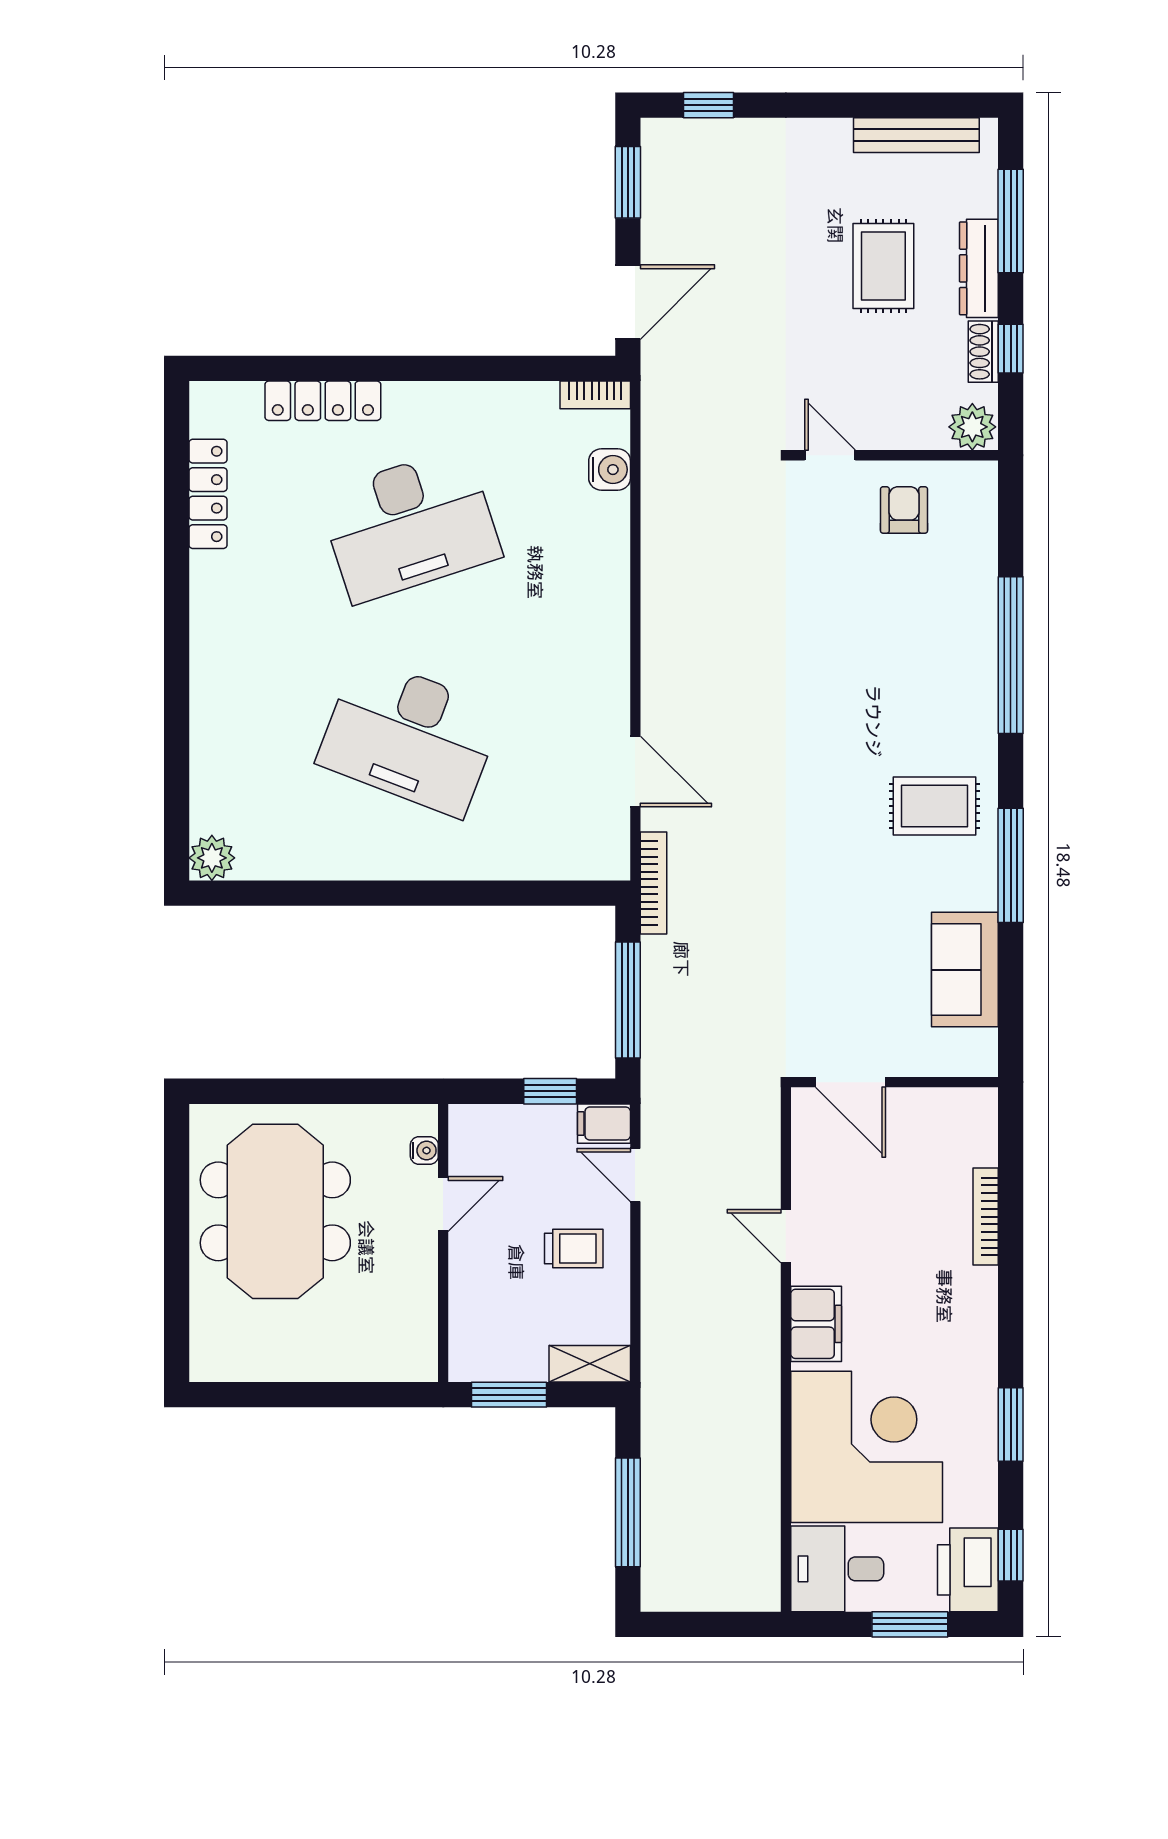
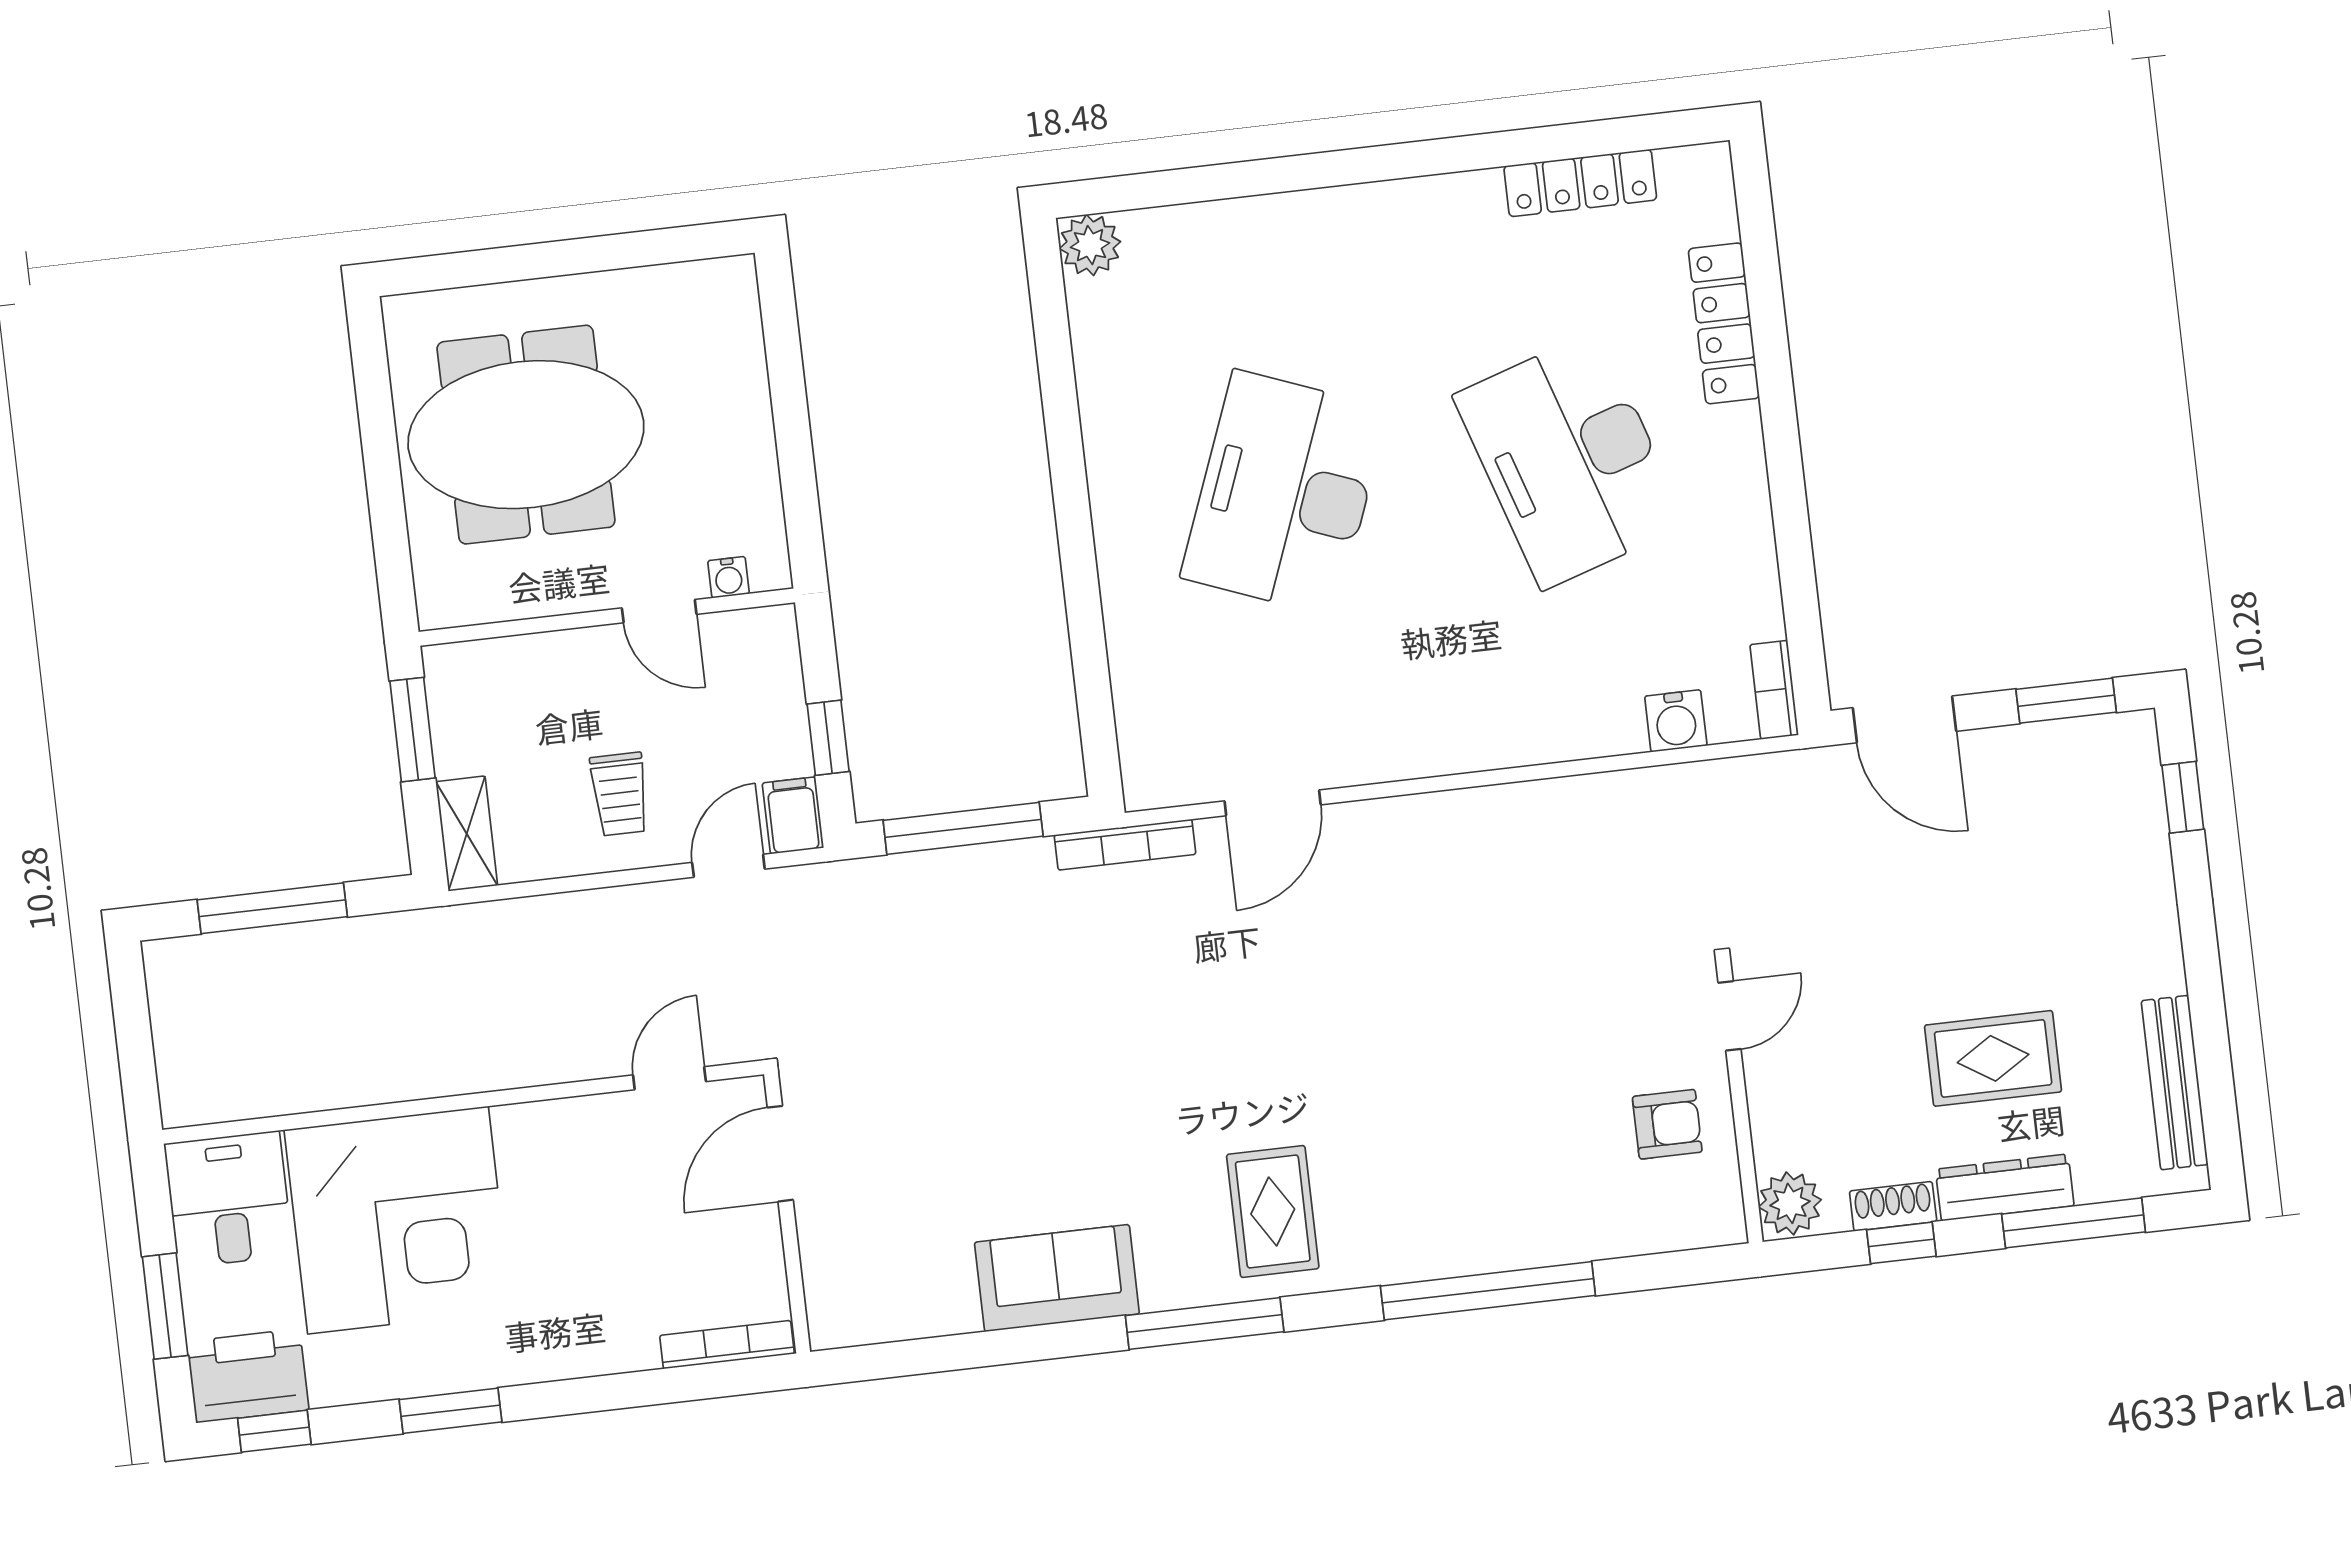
door: (850, 1082) -> (780, 1154), moved
wall: (894, 1082) -> (787, 1213), moved
meeting table: (275, 1211) -> (526, 435), moved
filing cabinet: (816, 1324) -> (556, 1133), removed

